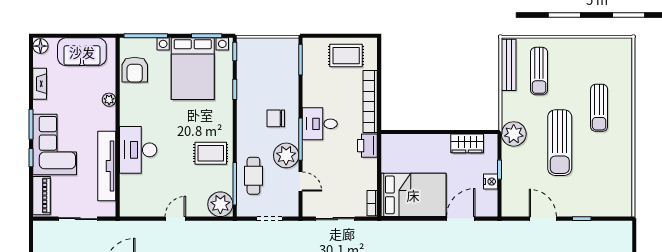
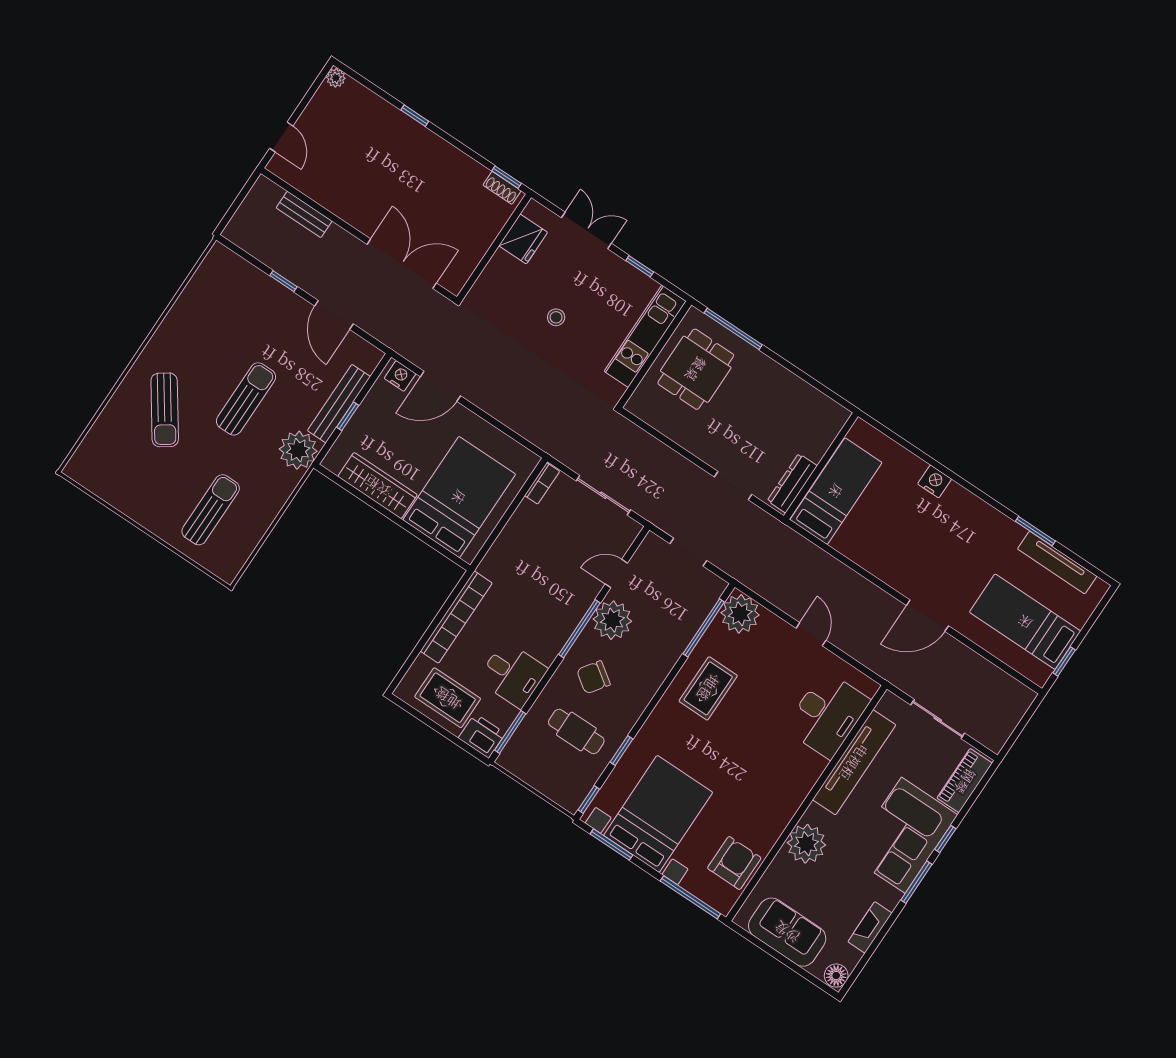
bench: (509, 65) -> (339, 404), moved
plant: (109, 100) -> (806, 844), width x1.88, depth x1.88
sun lounger: (599, 108) -> (165, 410), turned 145
chair: (276, 118) -> (593, 677), turned 125
desk: (320, 124) -> (513, 674), moved
wardrobe: (467, 143) -> (378, 486), width x1.50
sun lounger: (560, 143) -> (246, 399), width x0.73, depth x0.75
printer: (367, 146) -> (482, 736), moved, turned -90
desk: (138, 150) -> (827, 715), moved
rug: (211, 153) -> (708, 688), turned 90
cafe table: (253, 176) -> (576, 732), moved, turned 90
door: (301, 182) -> (616, 574), hinge flipped
nightstand: (491, 182) -> (400, 376), moved, turned 90
bed: (413, 195) -> (459, 497), moved, turned 90
door: (175, 219) -> (811, 634), swing flipped

